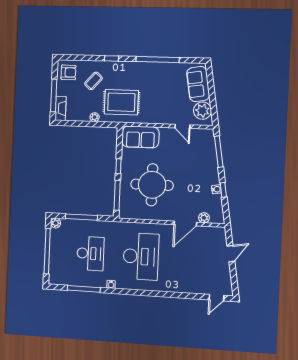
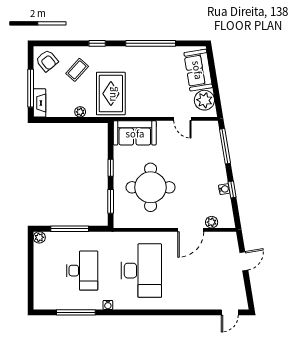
armchair: (68, 72) -> (47, 61), turned 51
rug: (121, 102) -> (111, 94), turned 90
window: (117, 195) -> (111, 201), width x0.69
window: (47, 251) -> (31, 271), removed

